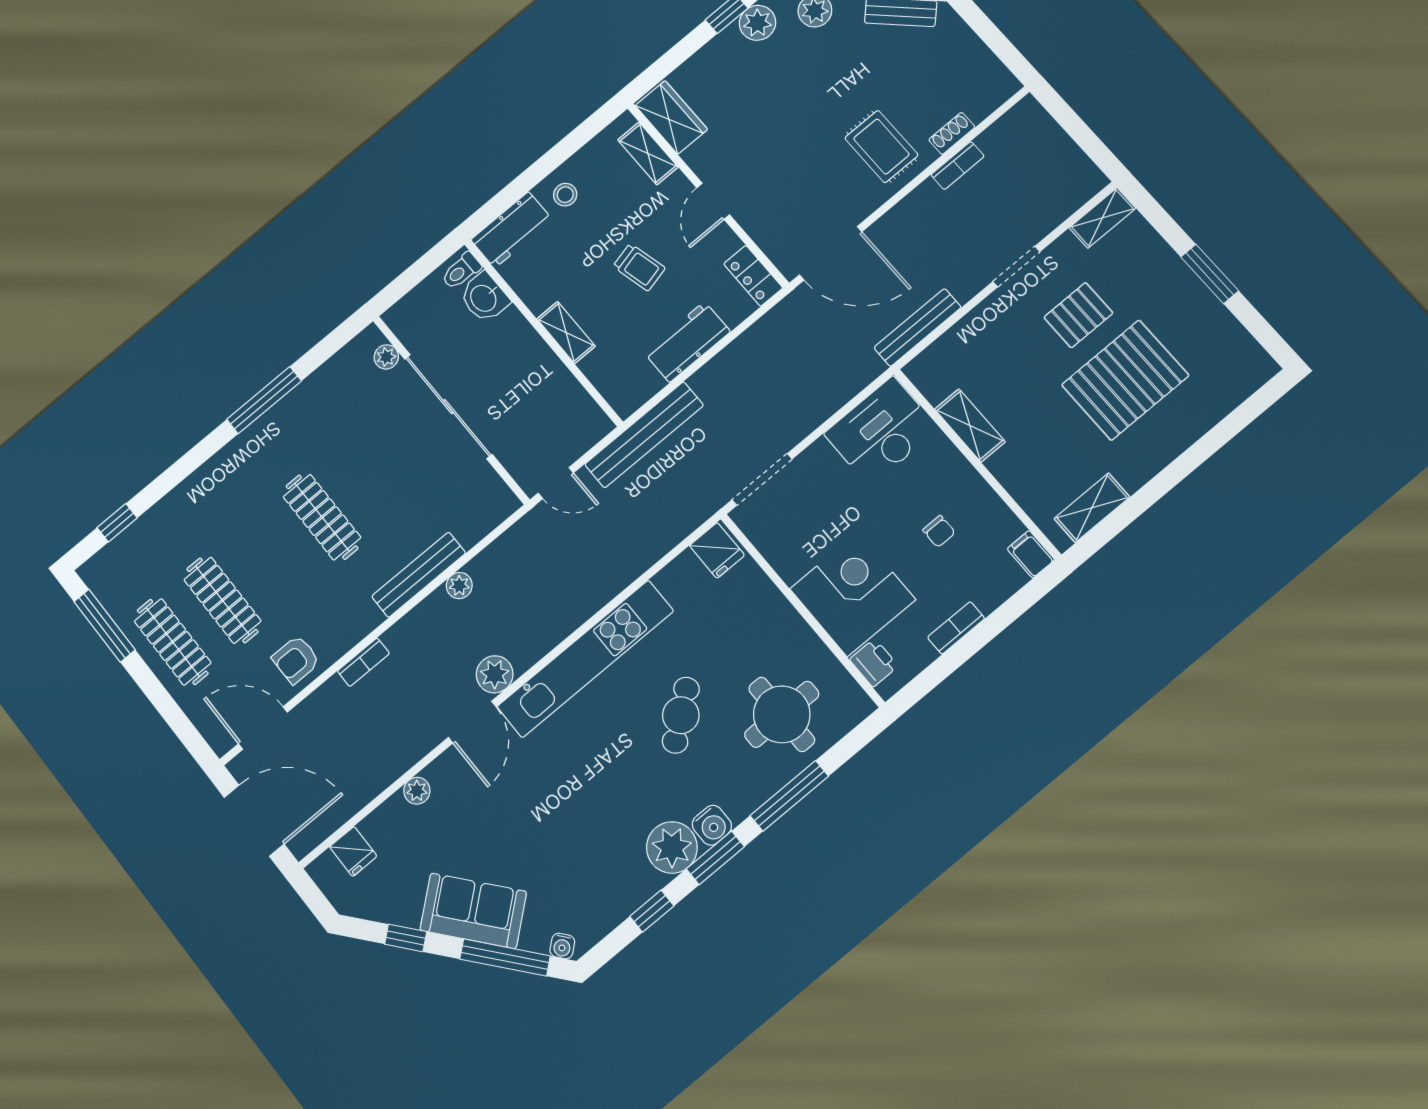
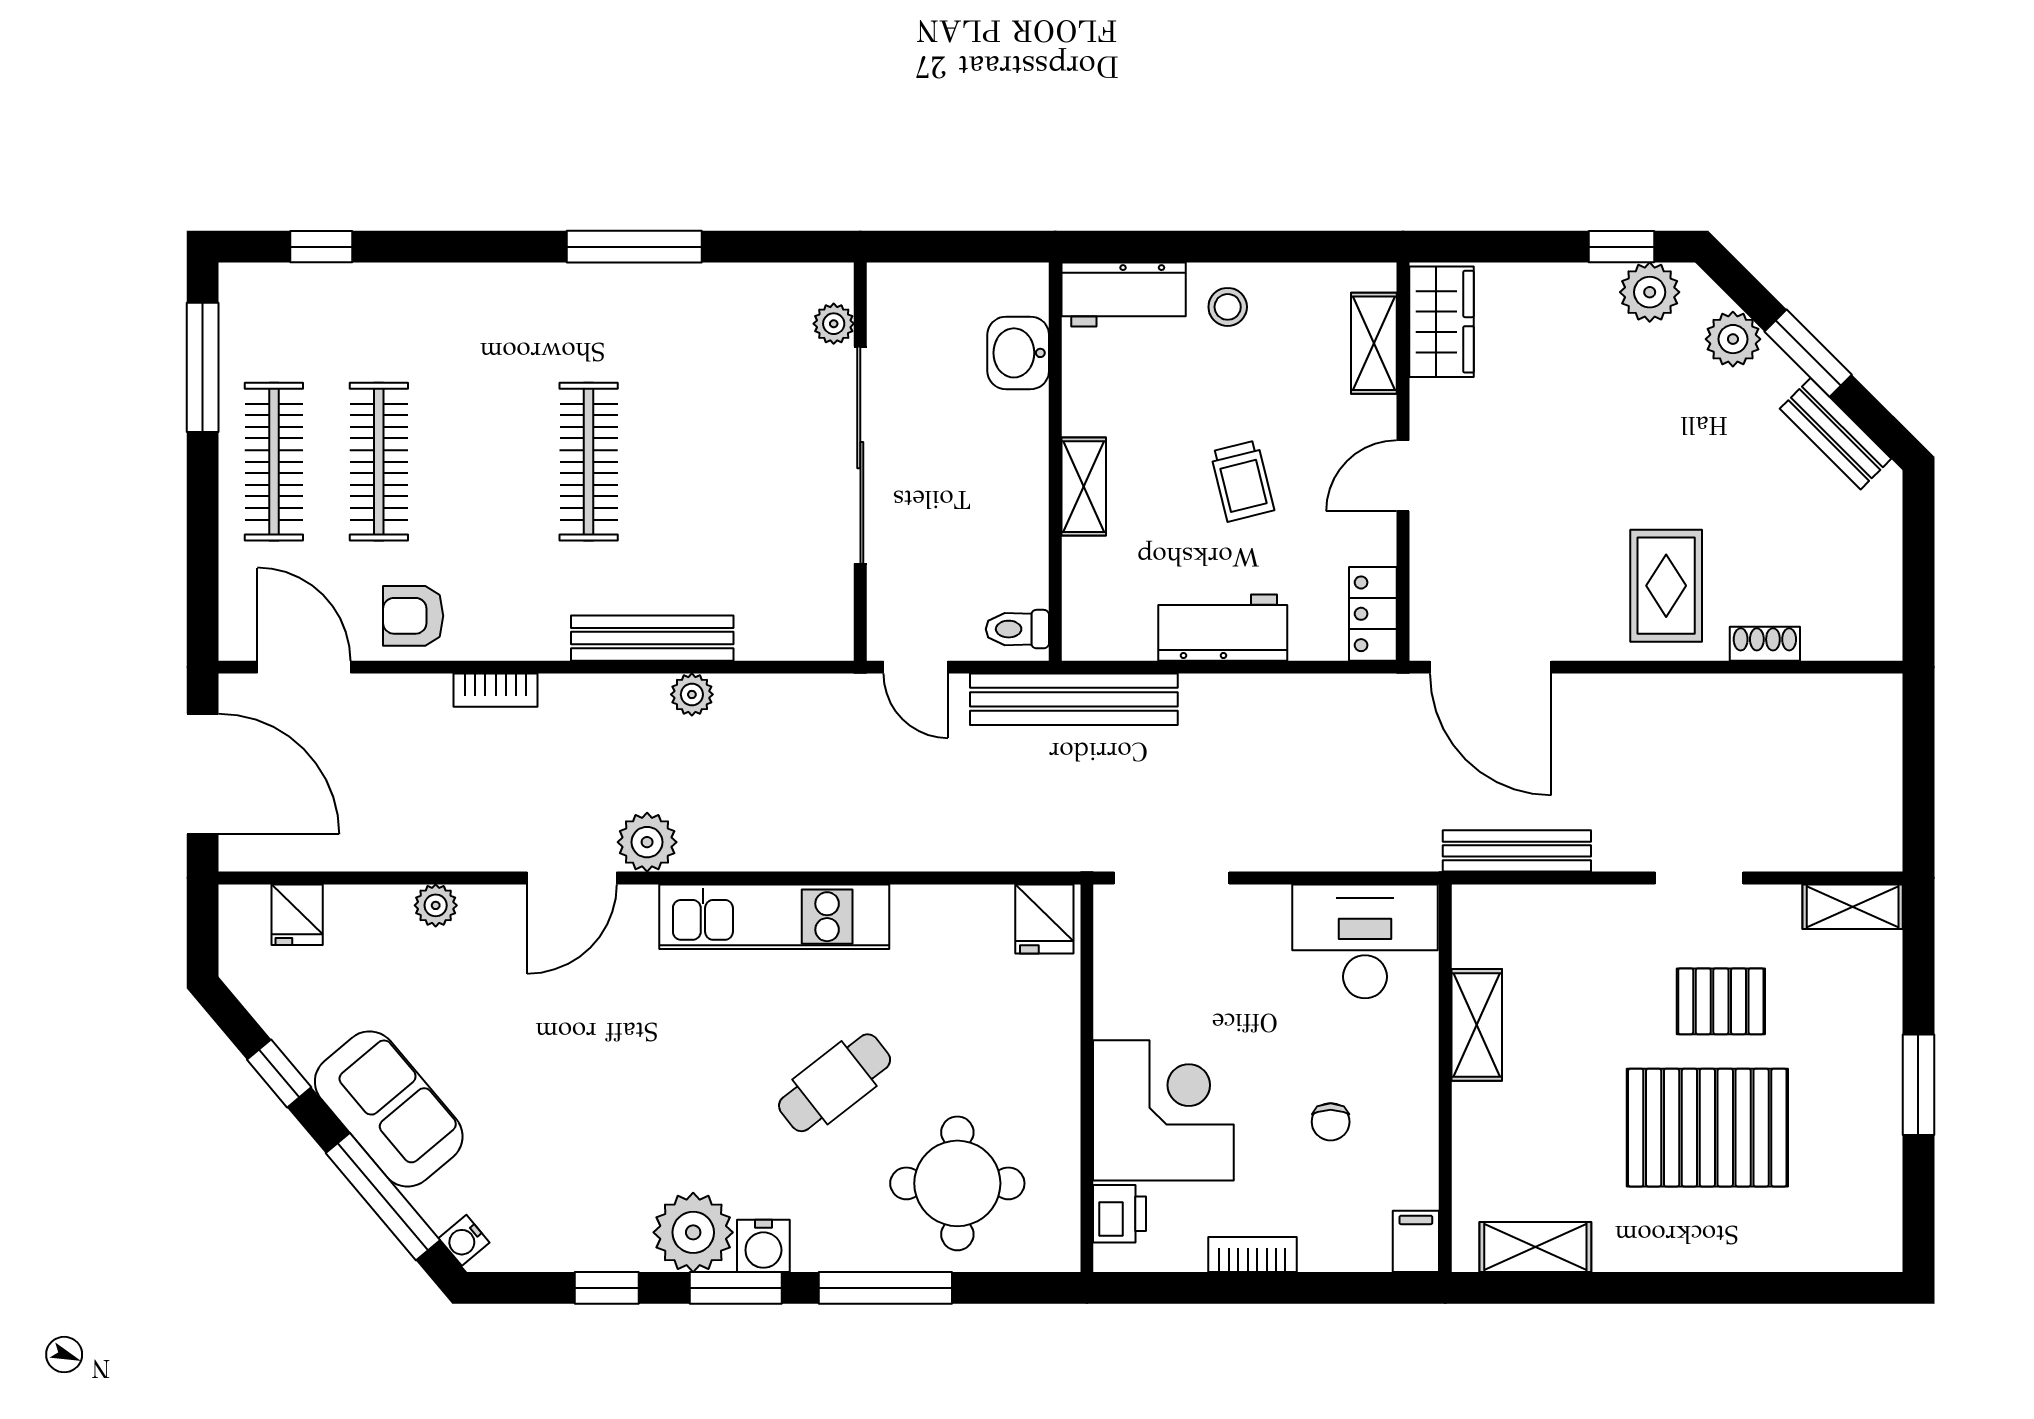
bookcase: (958, 166) -> (1737, 690), removed
toilet: (461, 271) -> (1017, 629), moved
kitchen unit: (585, 659) -> (774, 917), width x0.73

